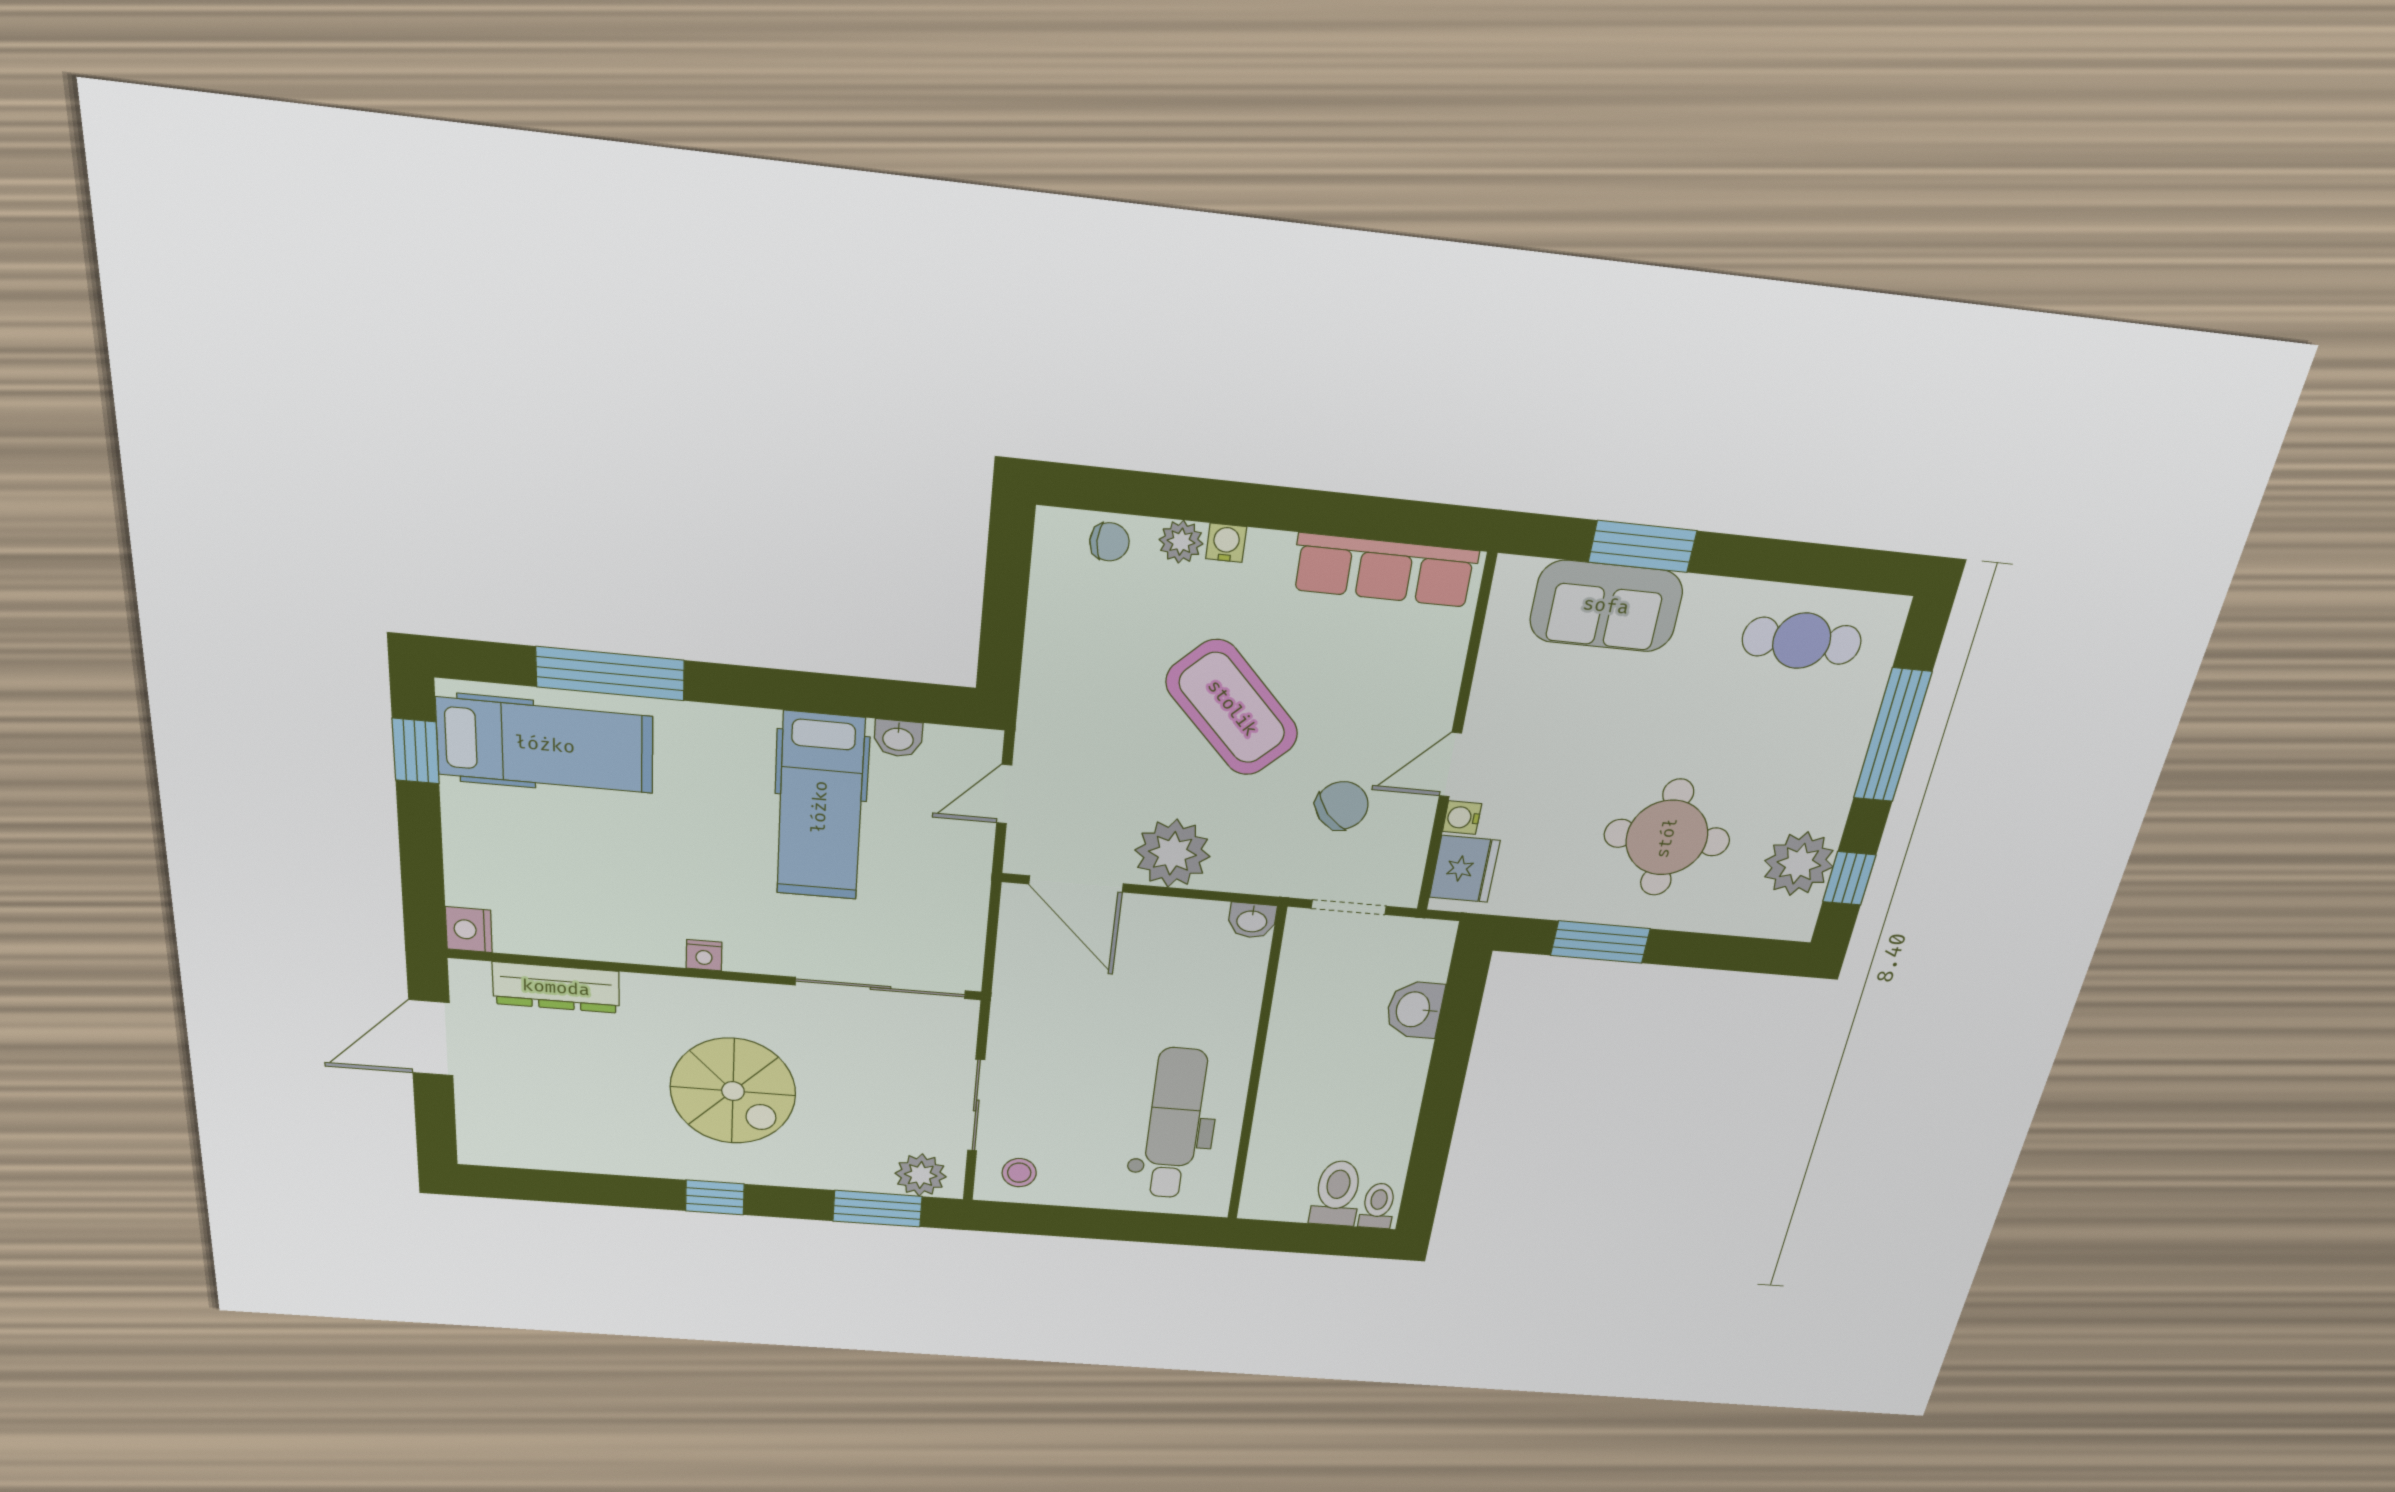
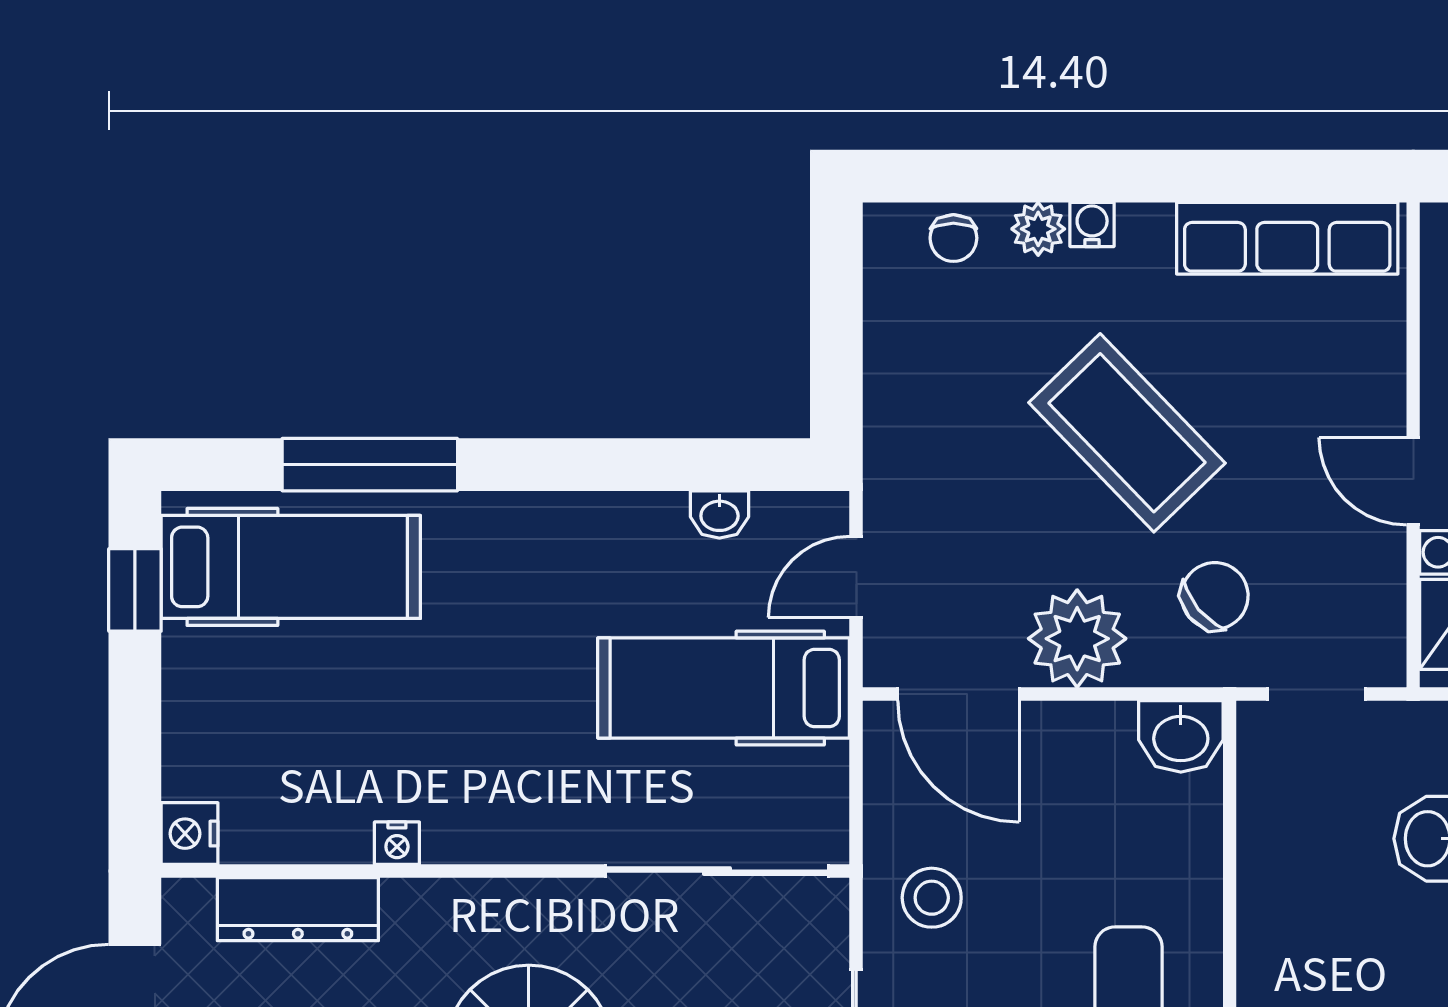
chair: (1109, 542) -> (953, 238), turned 90
door: (1450, 765) -> (1413, 481), hinge flipped
chair: (1342, 806) -> (1215, 596), moved
hospital bed: (820, 807) -> (724, 688), moved, turned 90
washbasin: (1252, 920) -> (1181, 736), width x1.38, depth x1.45
nightstand: (704, 955) -> (397, 843), moved
stool: (1041, 1018) -> (932, 898), added

